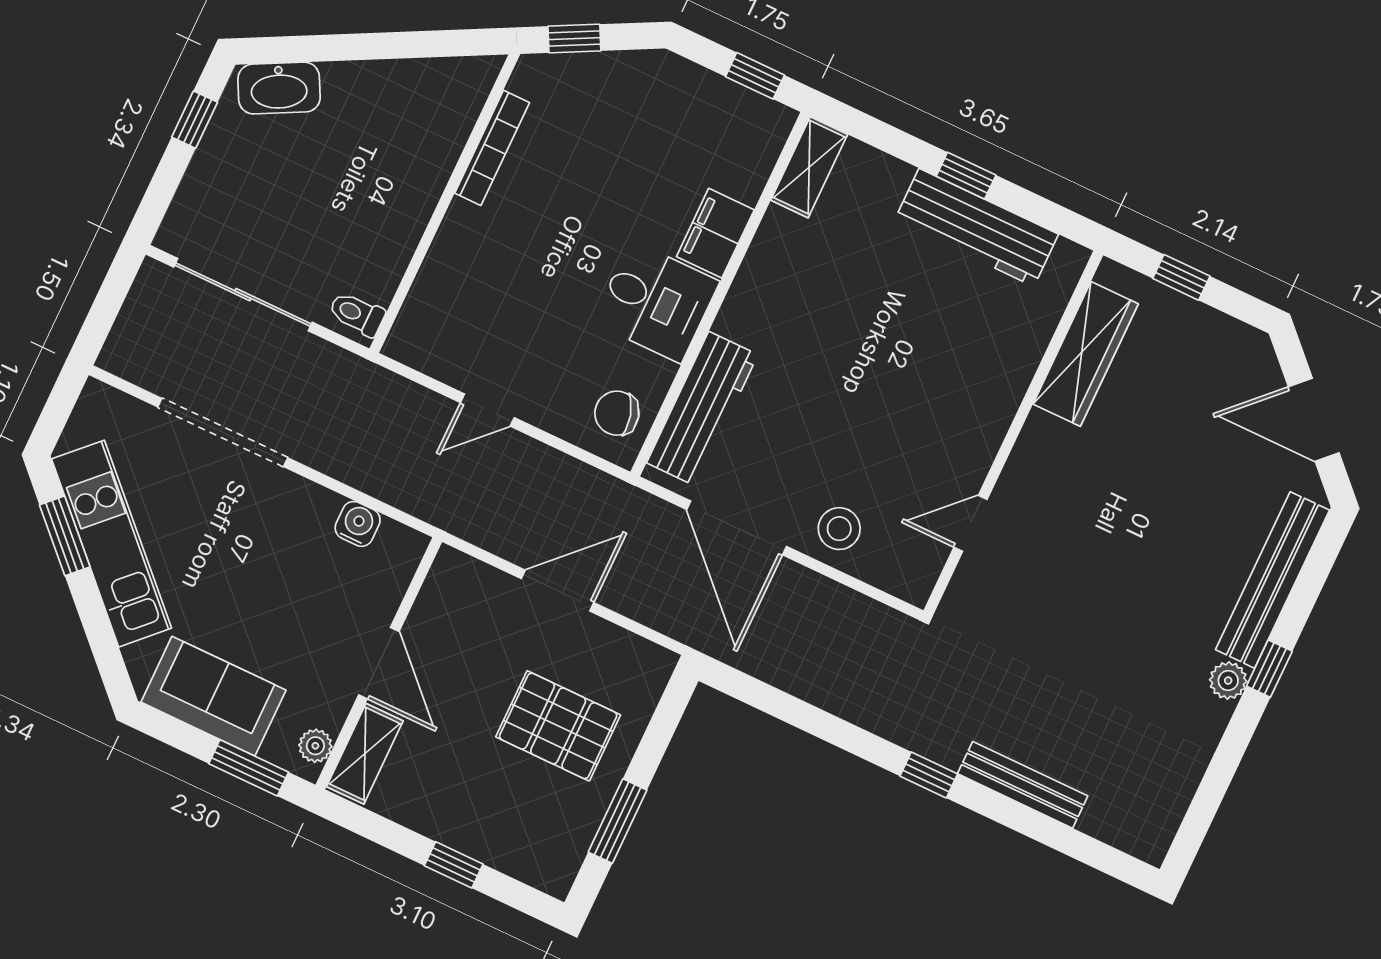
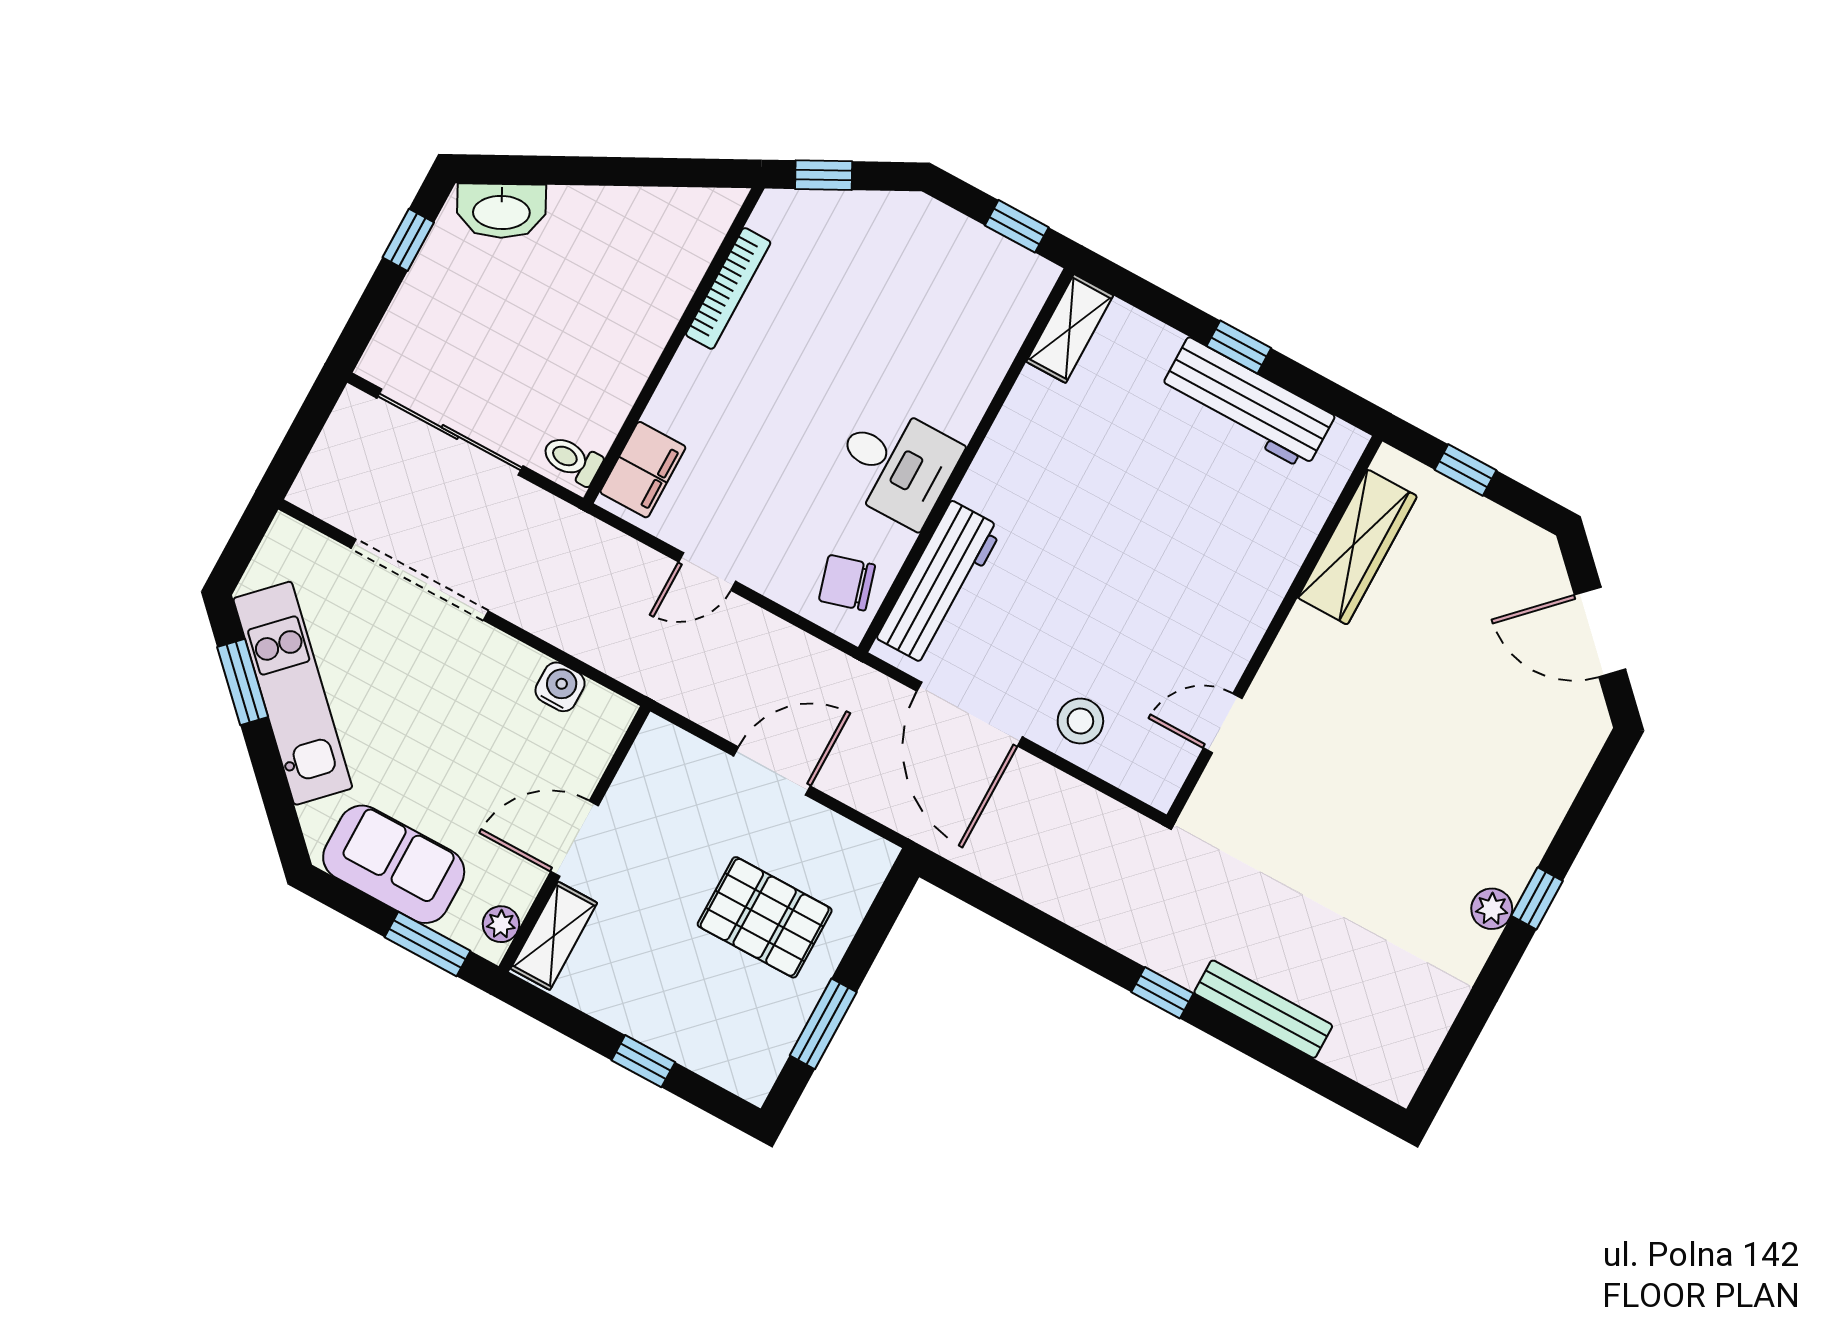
filing cabinet: (715, 233) -> (643, 470), moved, turned 180
bench: (1272, 580) -> (1546, 803), removed
door: (379, 663) -> (575, 839), swing flipped

